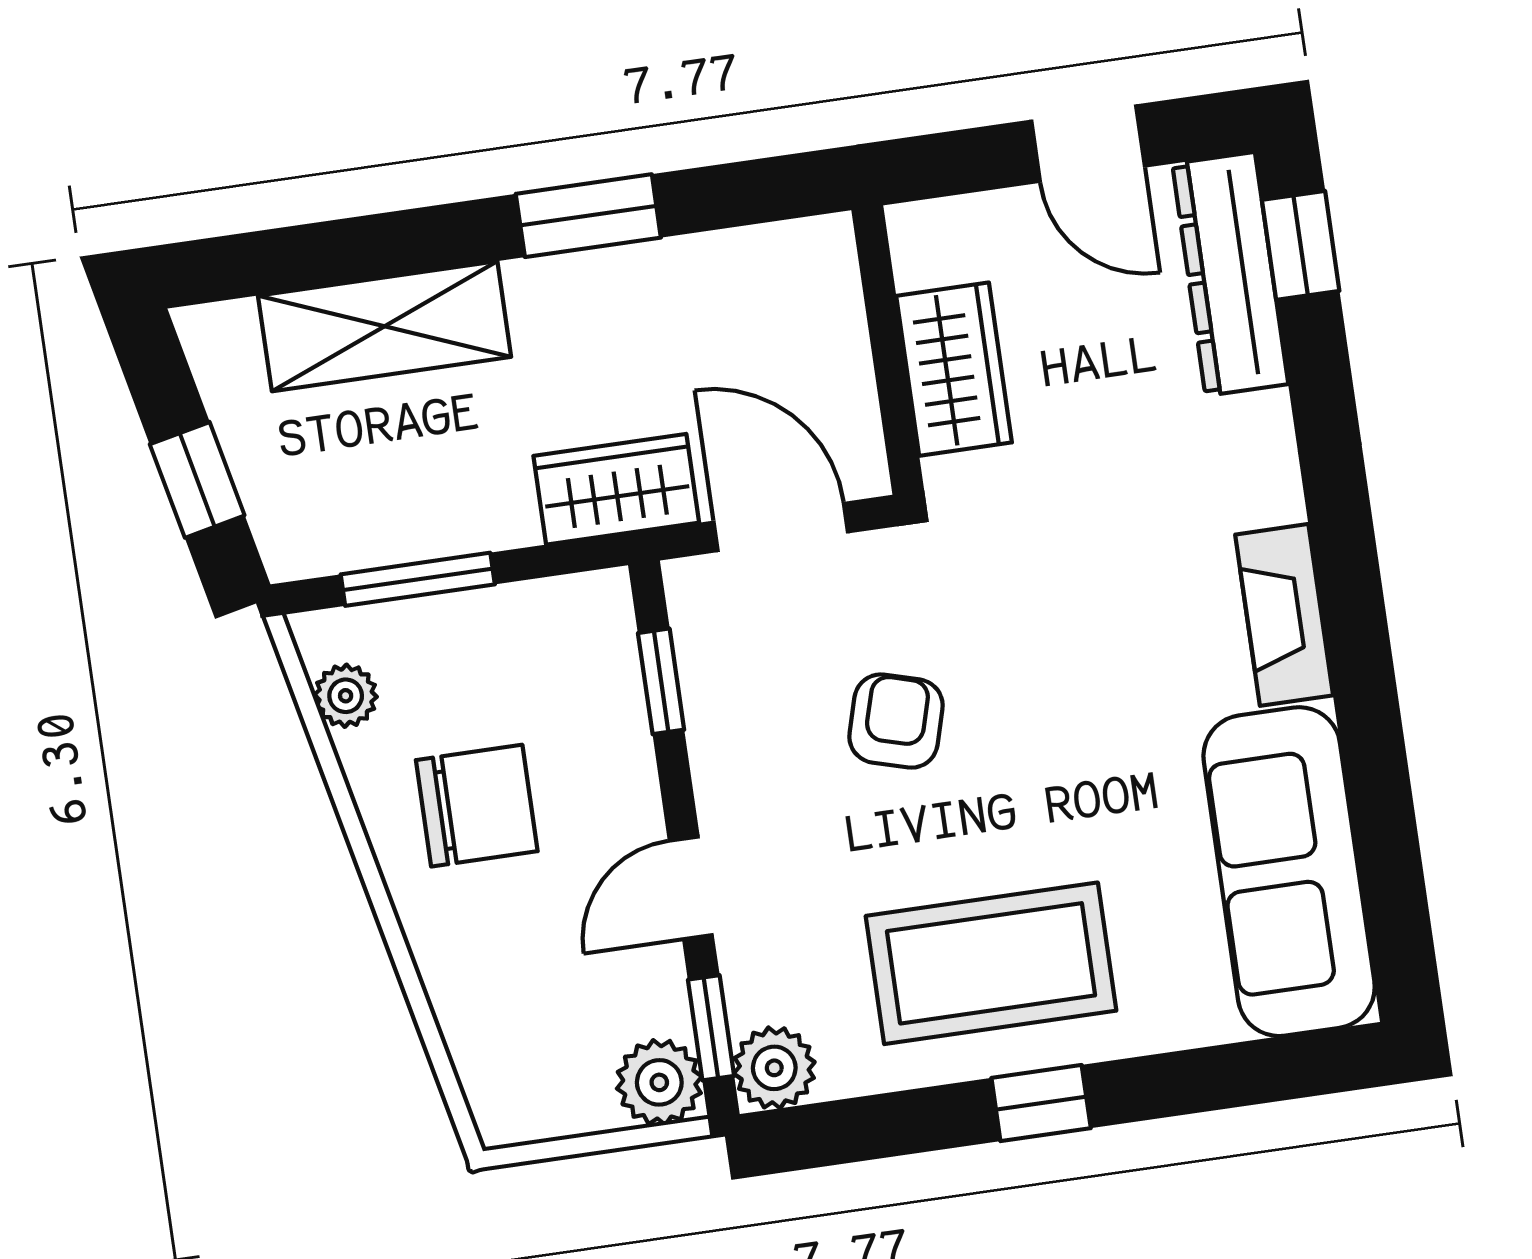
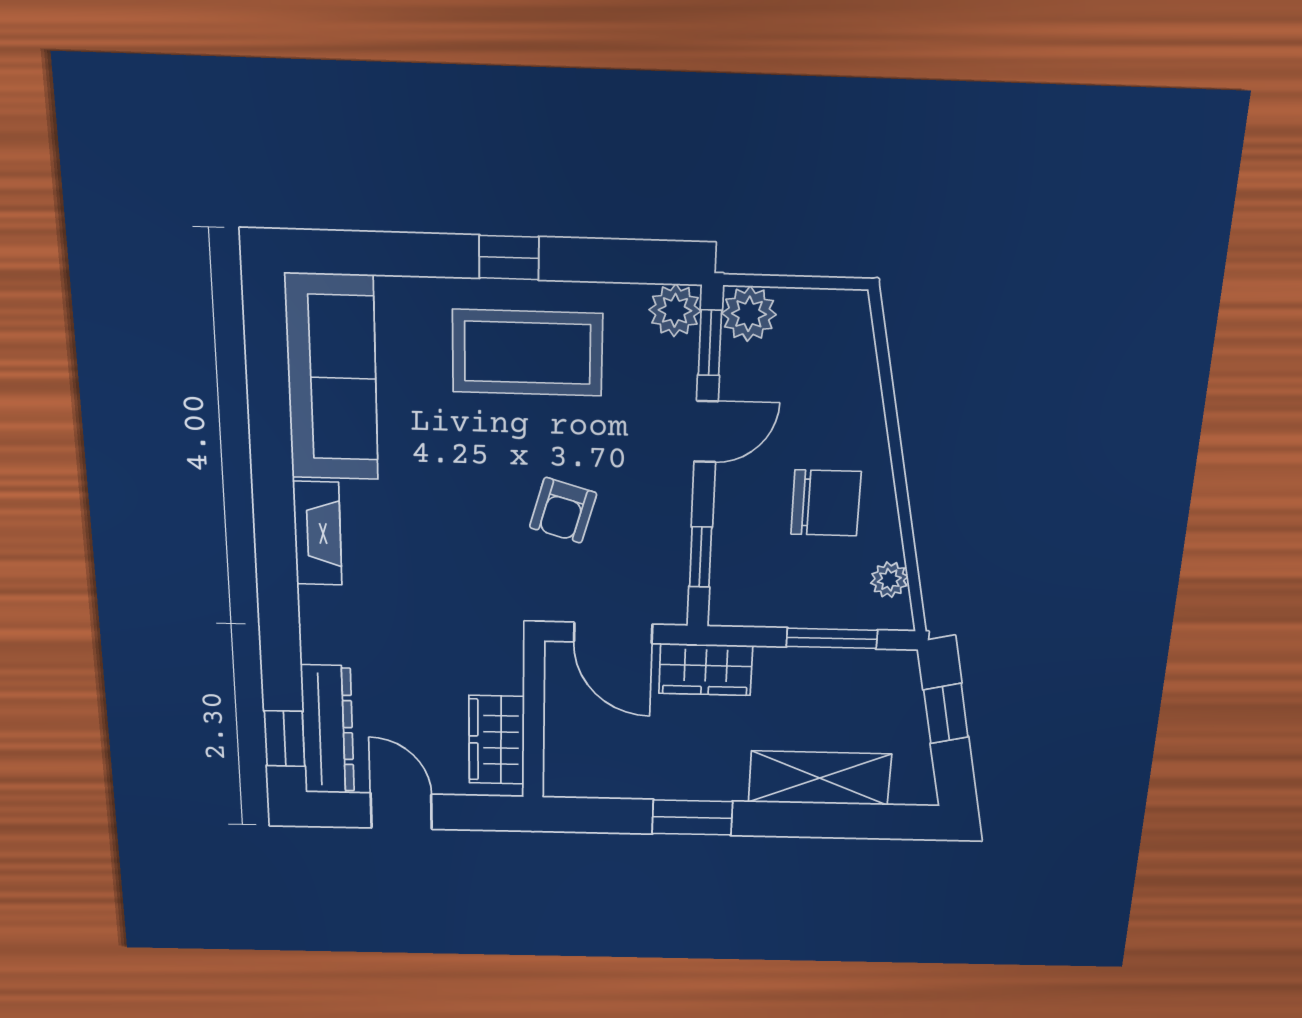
wardrobe: (954, 369) -> (497, 740), moved
chair: (477, 806) -> (826, 503), turned 180

